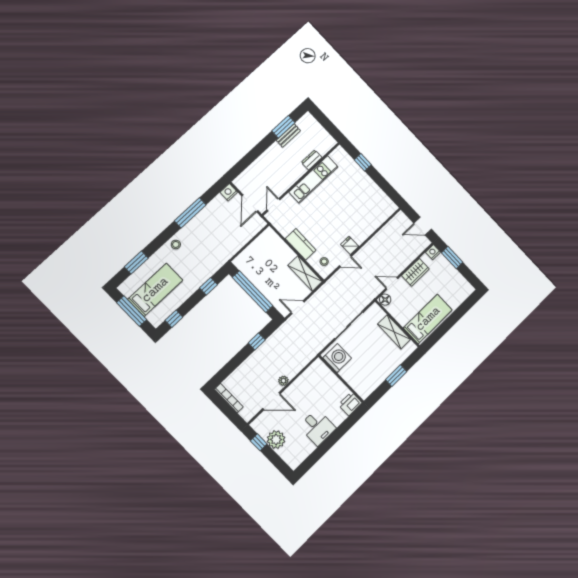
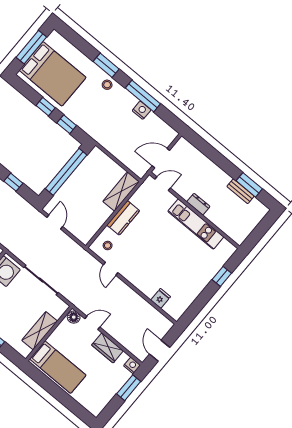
dresser: (312, 160) -> (198, 204), moved
nightstand: (229, 192) -> (142, 110), moved
fridge: (350, 245) -> (161, 298), moved
window: (136, 263) -> (106, 65), moved
shelving: (305, 274) -> (121, 192), moved
door: (392, 283) -> (92, 323), hinge flipped
bed: (155, 290) -> (53, 74), width x1.50
window: (174, 319) -> (46, 107), moved

